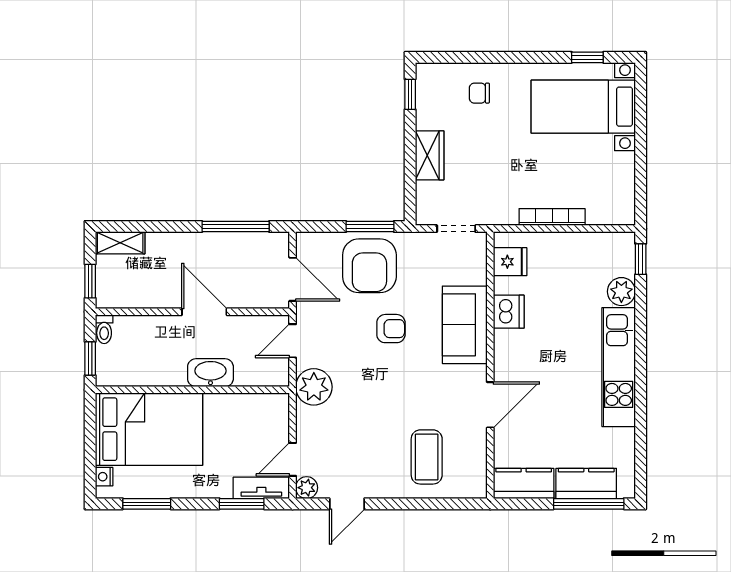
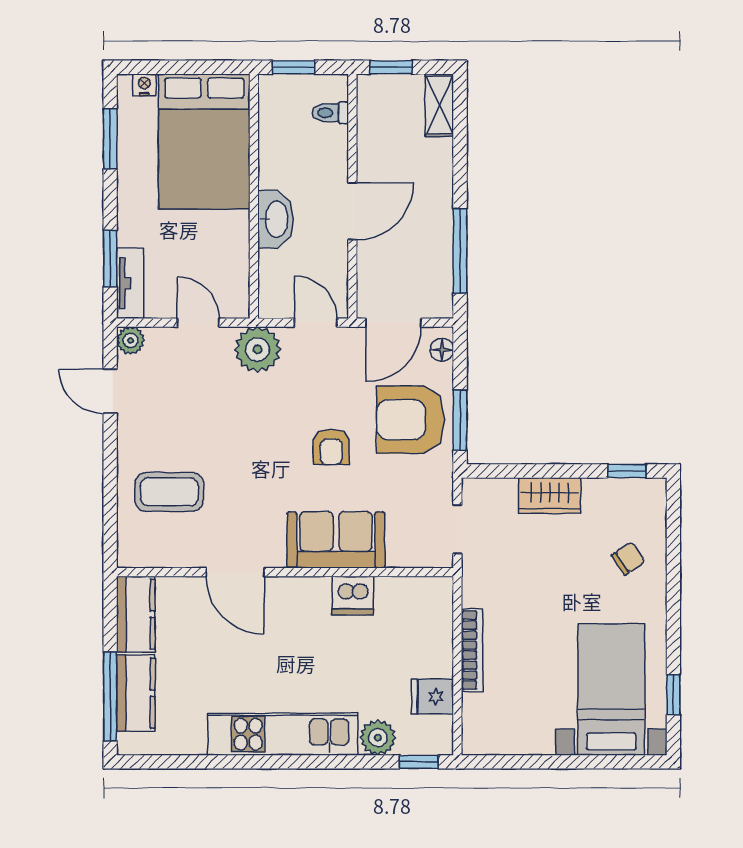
chair: (479, 93) -> (628, 558), turned 56
floor lamp: (314, 241) -> (442, 350), added
fridge: (510, 262) -> (432, 696), moved, turned 90
toilet: (104, 329) -> (330, 113), moved
door: (293, 459) -> (198, 323), moved

